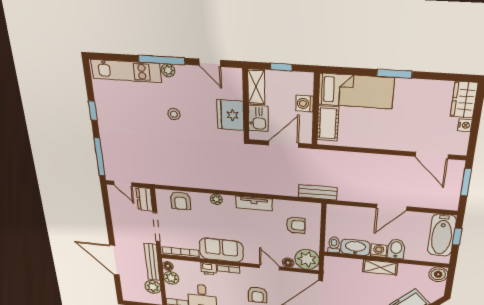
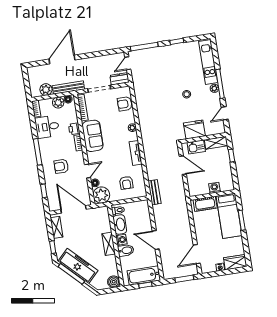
bed: (356, 91) -> (229, 216), moved
washing machine: (305, 104) -> (215, 188), moved
wall: (316, 109) -> (212, 195), moved
cot: (328, 123) -> (205, 204), moved

